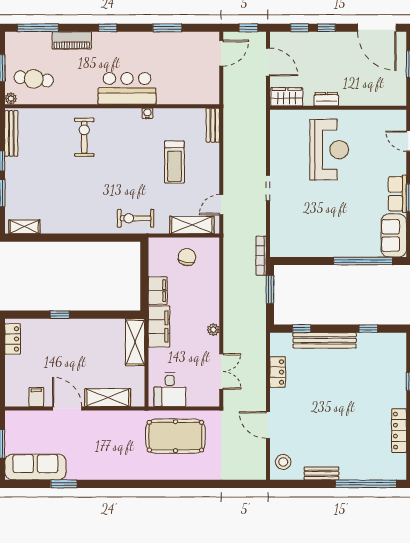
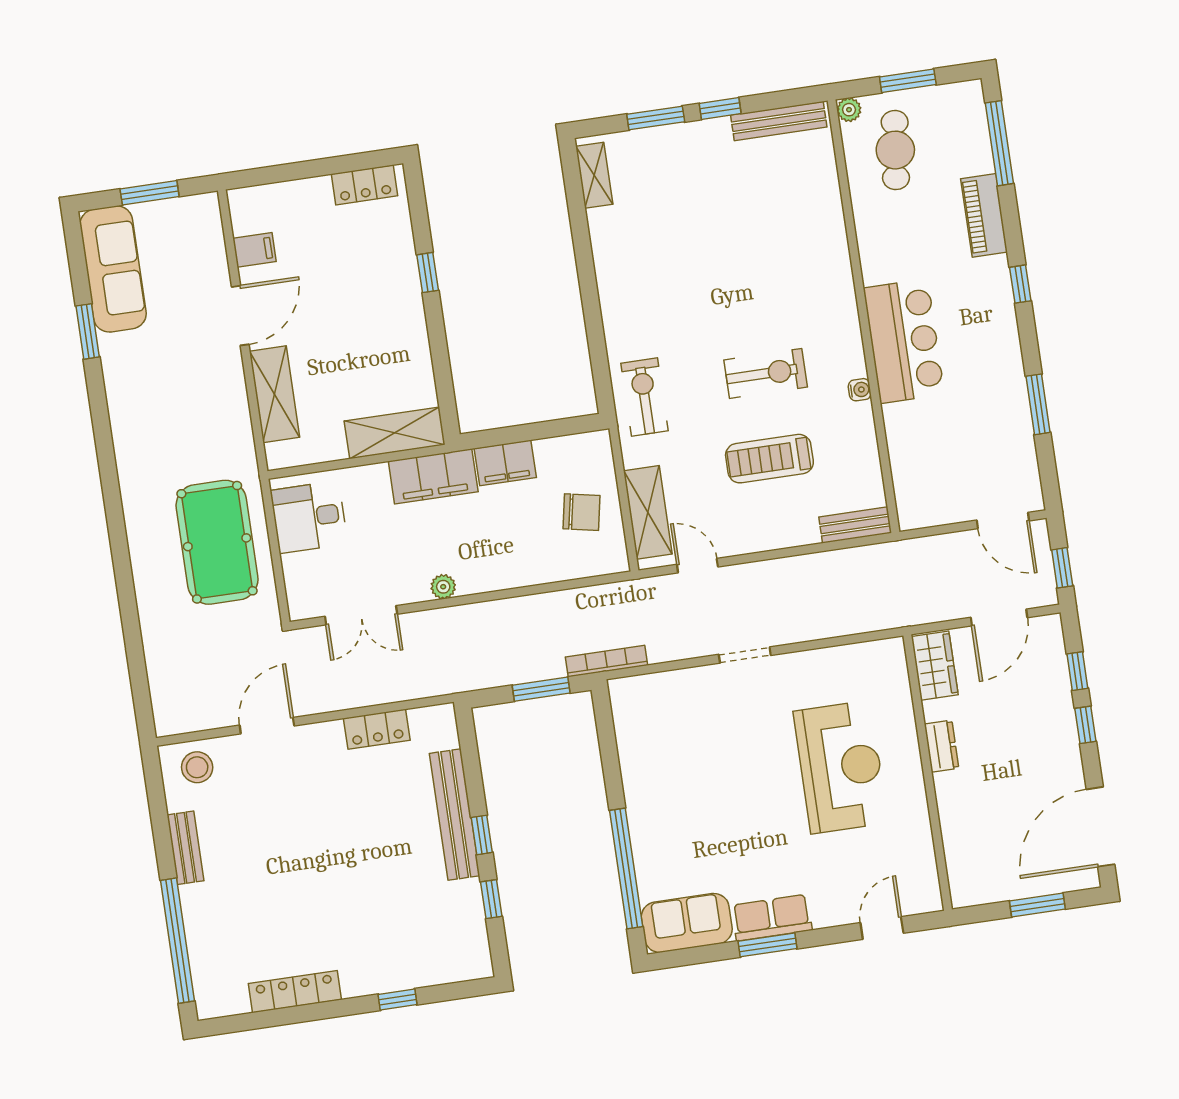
exercise bike: (84, 137) -> (766, 373), moved
reception desk: (329, 150) -> (841, 767), turned -90
window: (302, 329) -> (482, 835), moved

